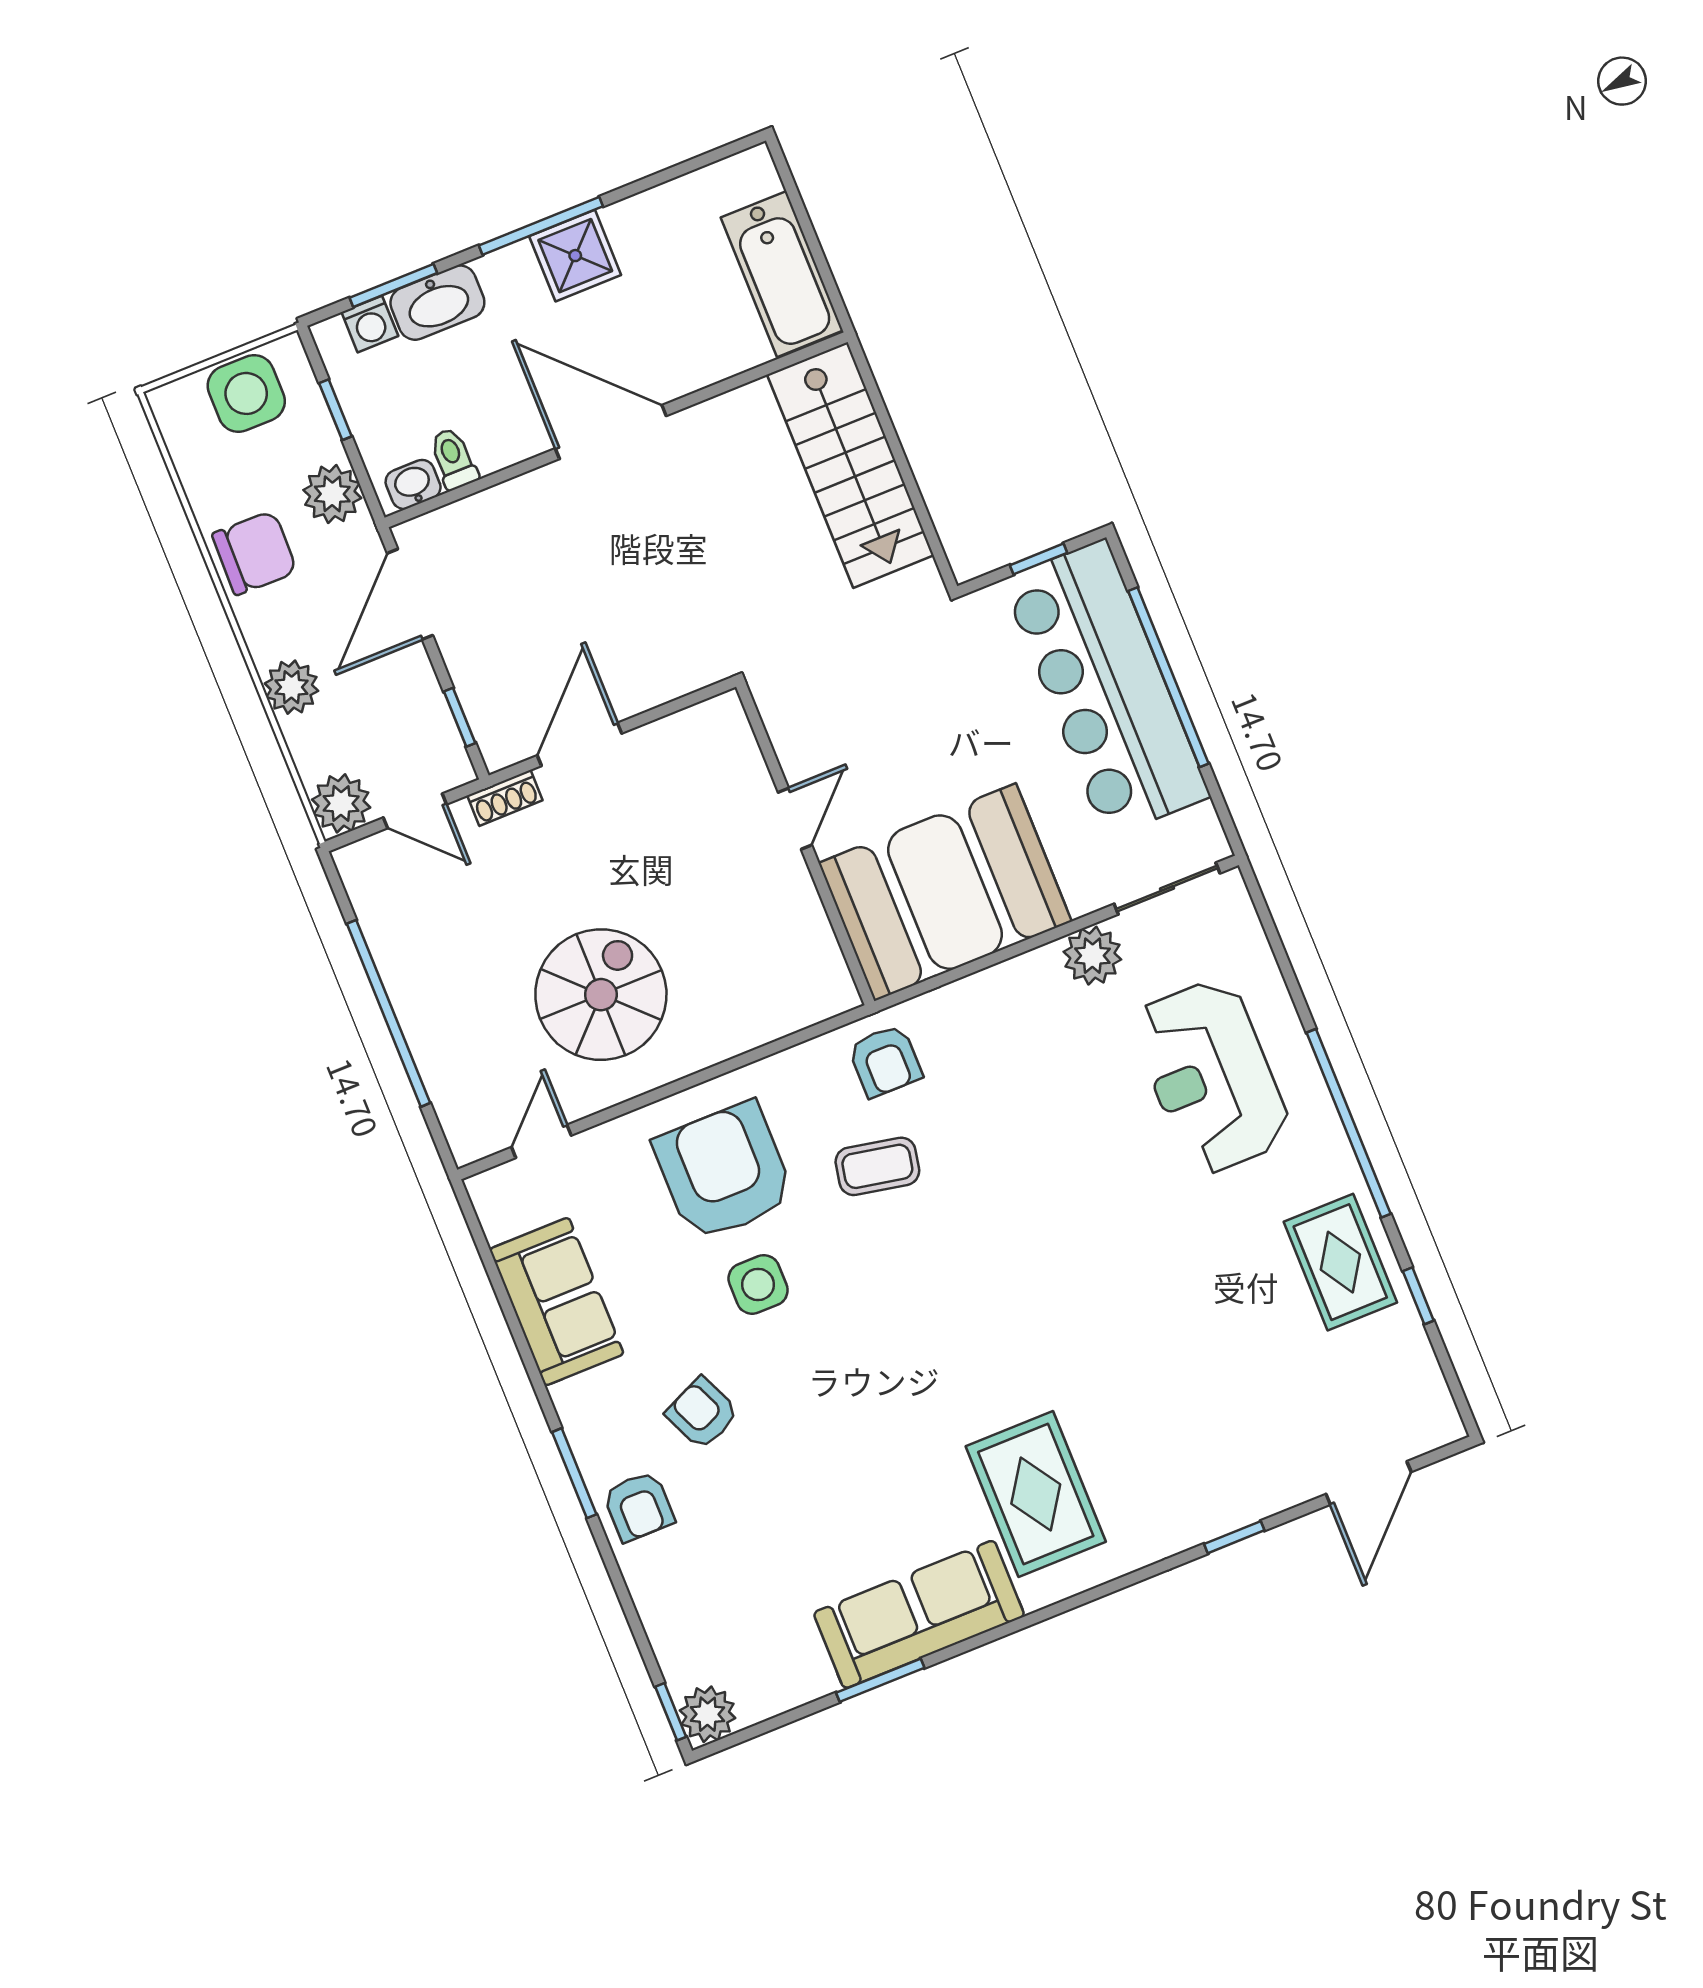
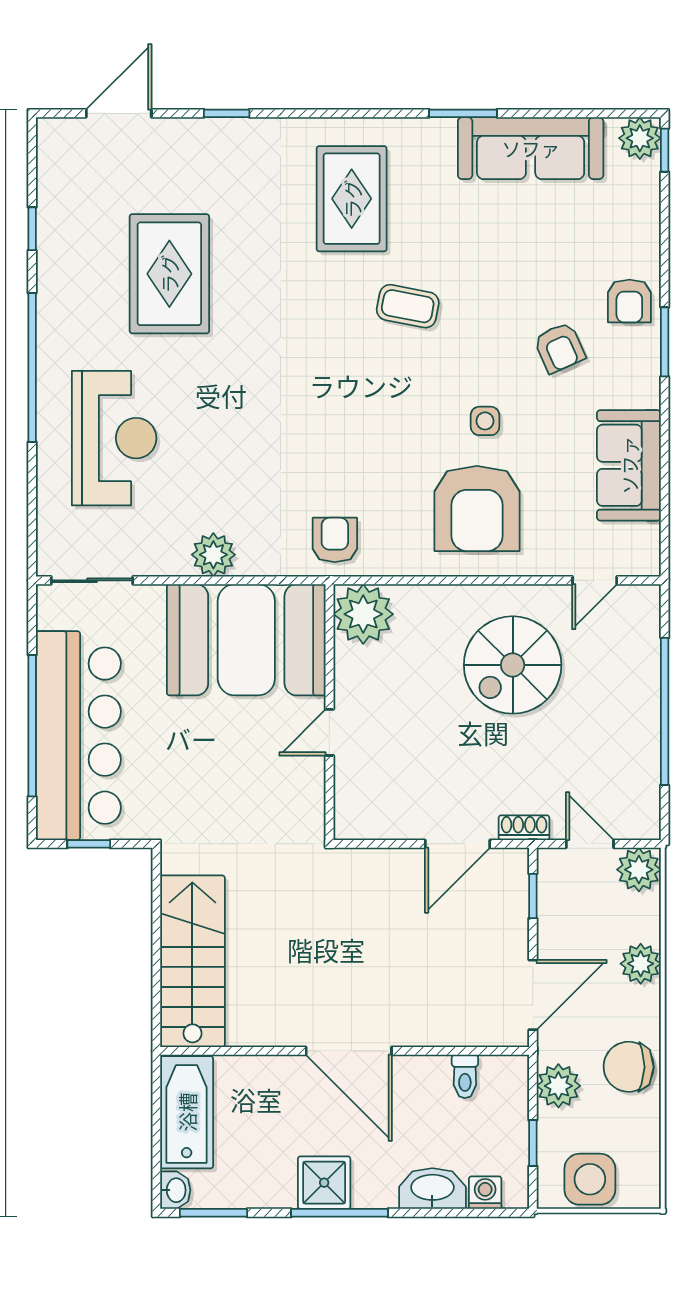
window: (393, 285) -> (213, 1213), moved
washbasin: (413, 484) -> (175, 1190), moved, turned -90
plant: (1092, 956) -> (213, 555), moved
plant: (812, 983) -> (363, 614), added
coffee table: (877, 1166) -> (408, 306), moved
rug: (1340, 1262) -> (169, 274), moved, width x1.36, depth x1.43
side table: (758, 1284) -> (485, 421), width x0.73, depth x0.73
armchair: (639, 1506) -> (629, 301), turned 180
sofa: (919, 1614) -> (531, 148), moved
window: (880, 1680) -> (463, 113), moved

